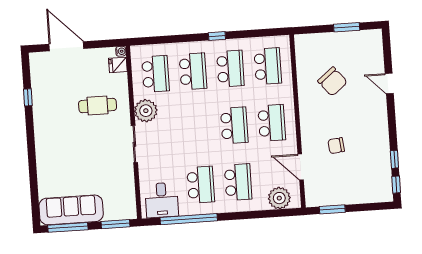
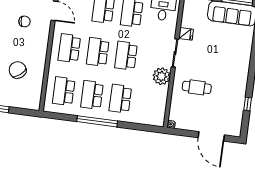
window: (217, 36) -> (97, 121), width x3.17
fridge: (118, 65) -> (186, 34), moved
school desk: (156, 74) -> (126, 56), moved

